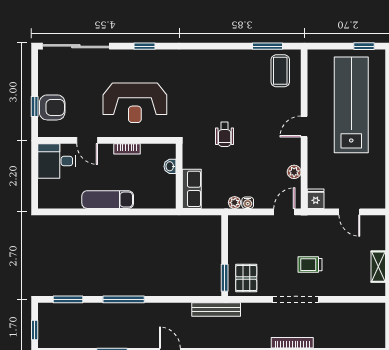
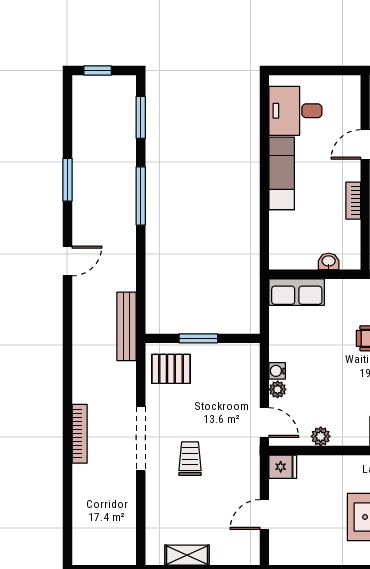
desk: (57, 161) -> (295, 111), moved, turned -90
plant: (235, 203) -> (278, 389), moved
window: (225, 278) -> (198, 338), moved

